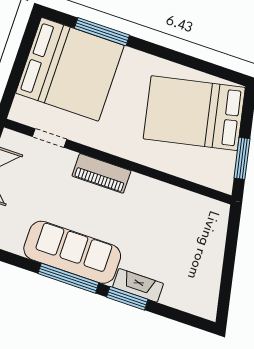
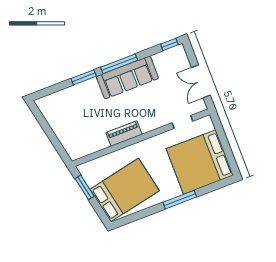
window: (102, 32) -> (180, 200), moved
piano: (101, 173) -> (124, 134), moved
fireplace: (138, 285) -> (84, 88), removed

